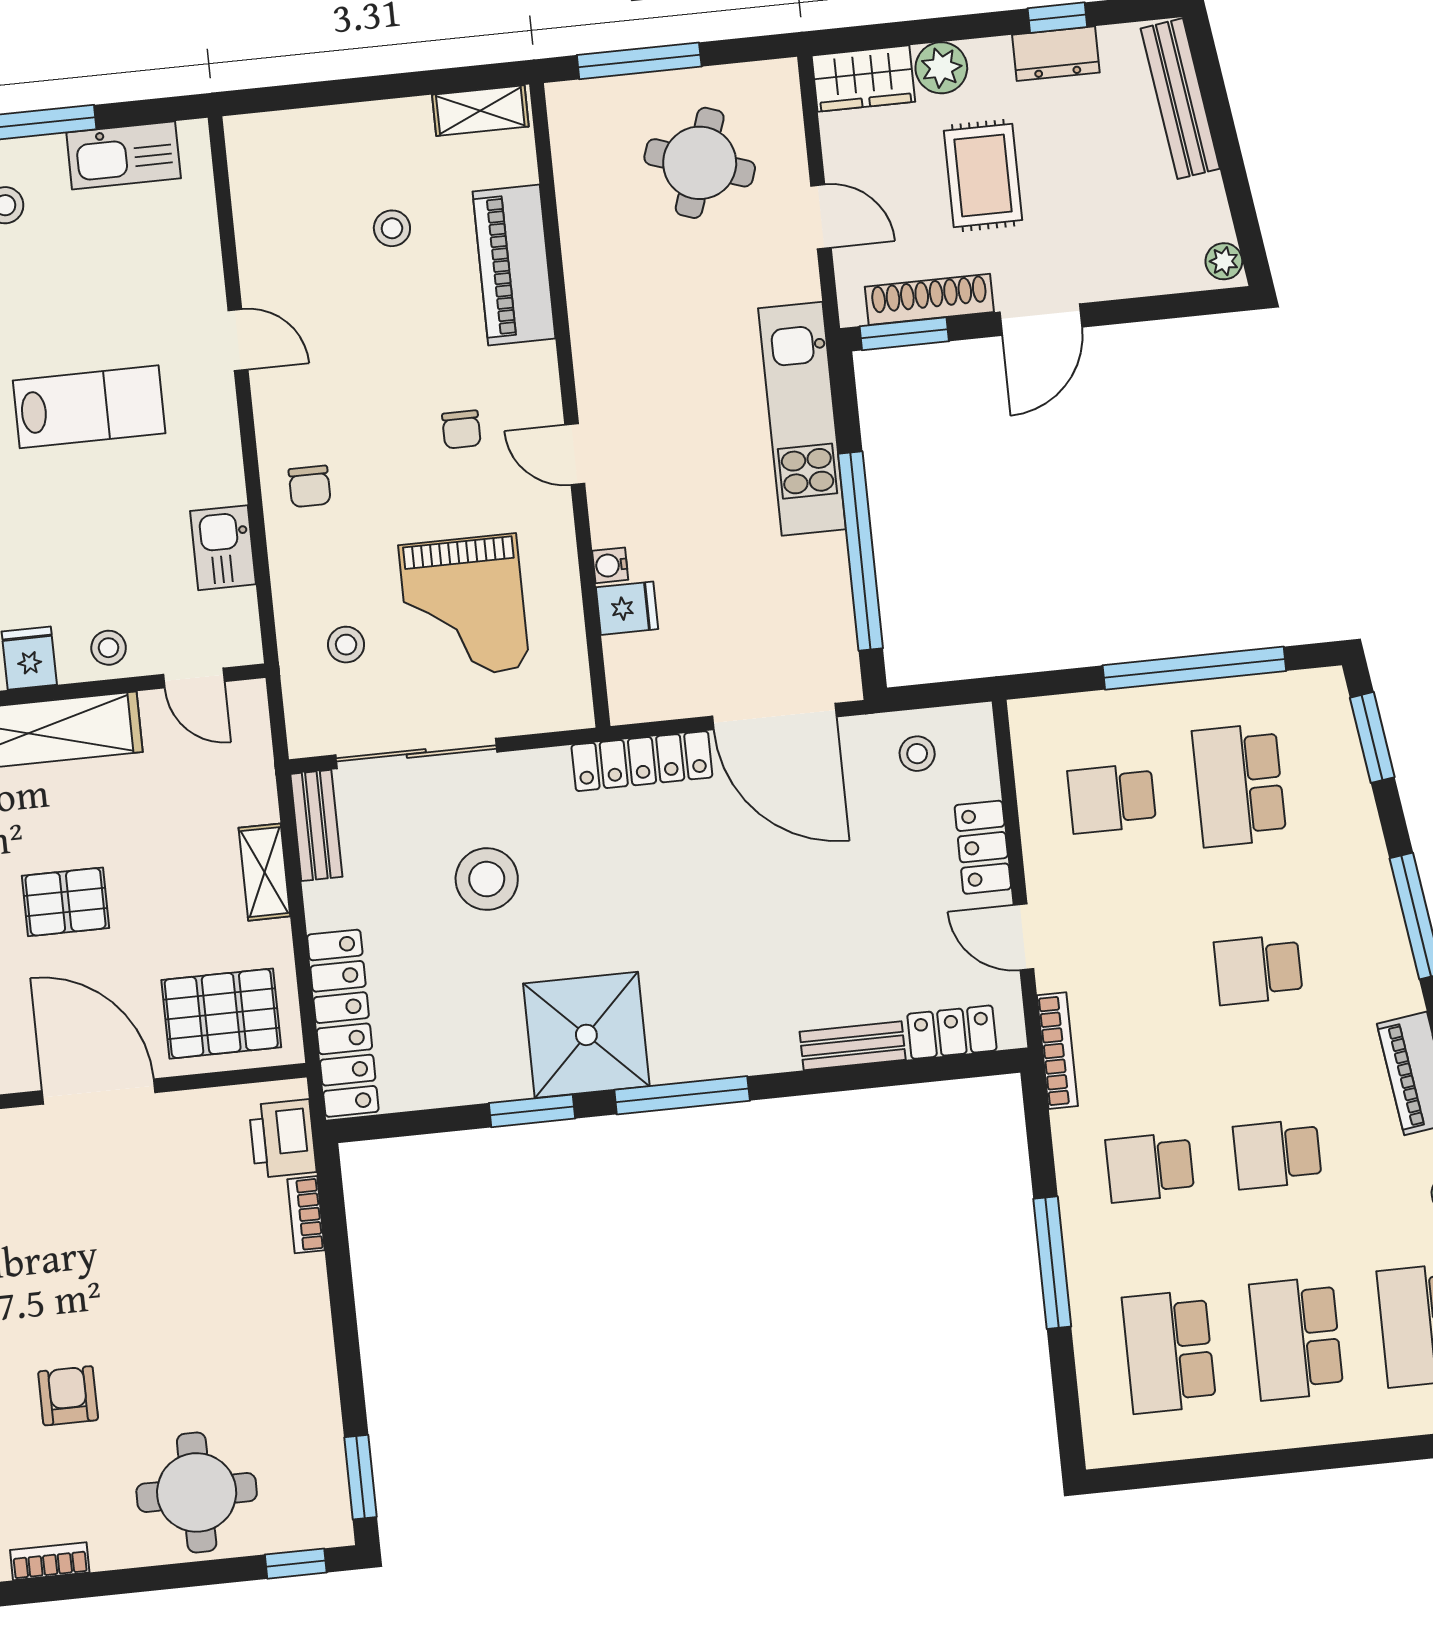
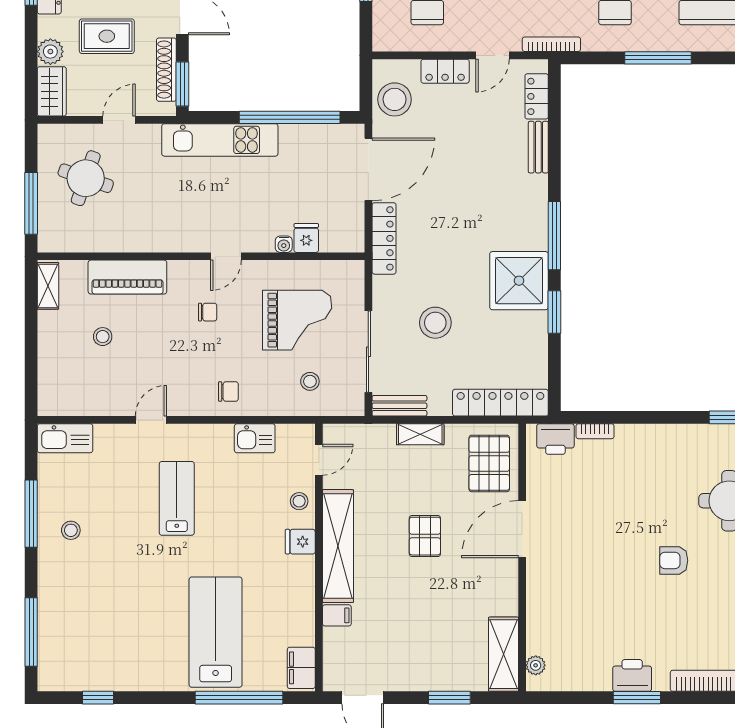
kitchen sink: (124, 155) -> (65, 438), moved, turned 90
stool: (917, 754) -> (395, 99), width x1.89, depth x1.89

